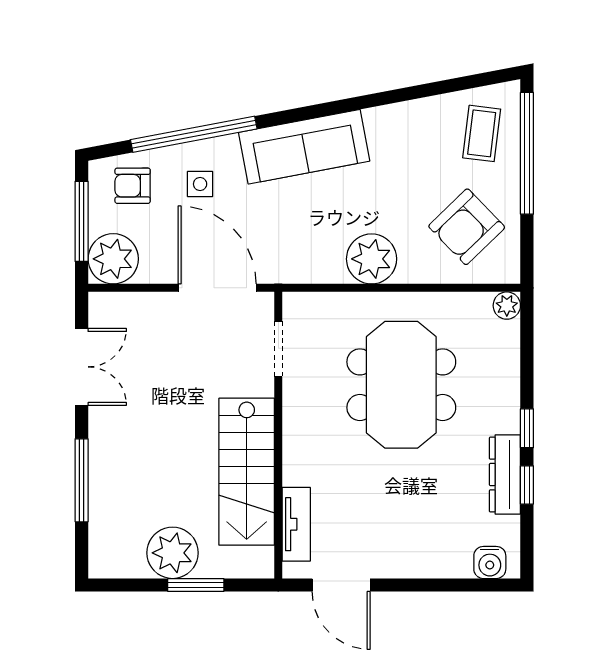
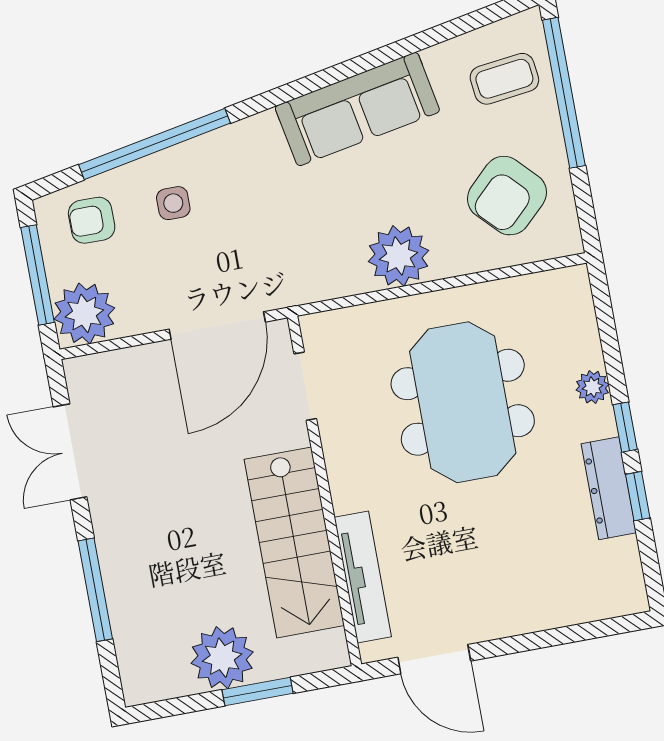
coffee table: (482, 133) -> (504, 79), turned 76
sofa: (304, 147) -> (357, 109), moved
door: (217, 288) -> (217, 326), swing flipped
plant: (507, 306) -> (593, 387), moved
double door: (82, 367) -> (70, 452), swing flipped
tv unit: (296, 524) -> (363, 577), width x1.41
water cooler: (490, 562) -> (610, 599), removed

